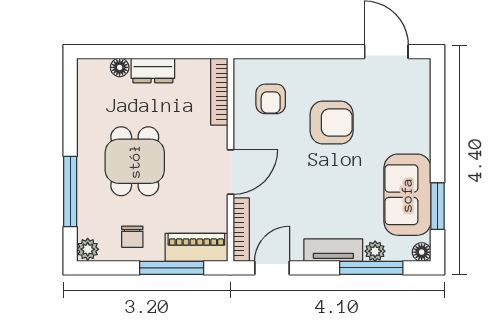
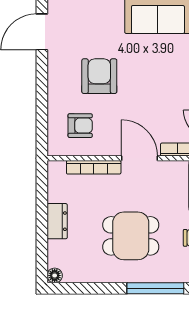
floor lamp: (120, 67) -> (55, 275), moved
bookcase: (219, 92) -> (94, 167), moved

